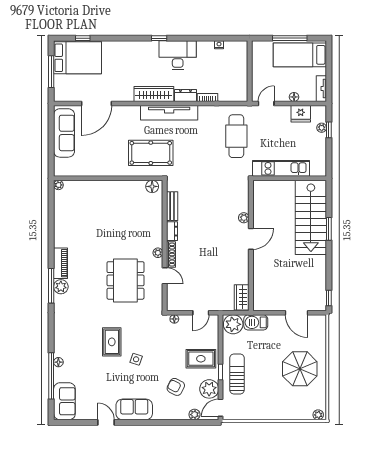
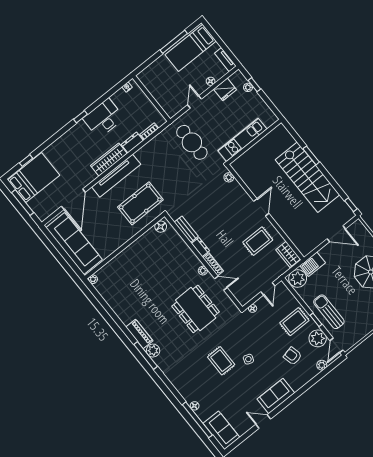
wall: (250, 71) -> (151, 99), moved
tv unit: (169, 113) -> (116, 176), moved
sofa: (64, 133) -> (74, 244), width x1.36, depth x1.27
stairs: (311, 217) -> (308, 177), moved
plant: (244, 218) -> (229, 177), moved
rug: (225, 265) -> (258, 241), added
armchair: (176, 387) -> (293, 356), turned 50

